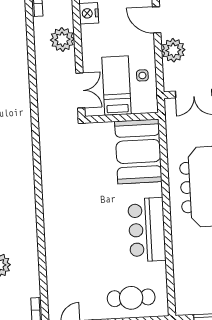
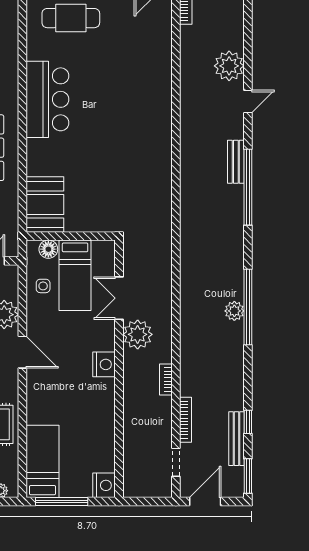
double door: (80, 90) -> (119, 298), moved
floor lamp: (140, 106) -> (48, 249), added
booth: (138, 151) -> (45, 204), width x0.73, depth x0.70

